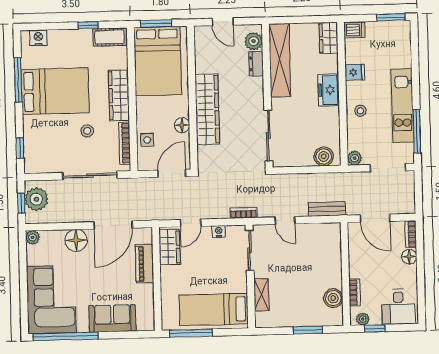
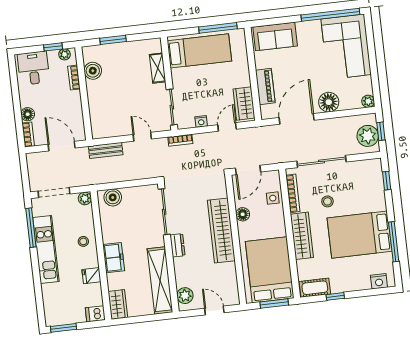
dresser: (256, 64) -> (177, 245), moved
sofa: (112, 318) -> (275, 36), moved

